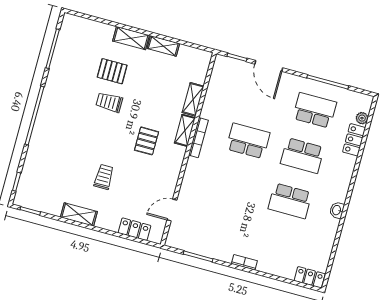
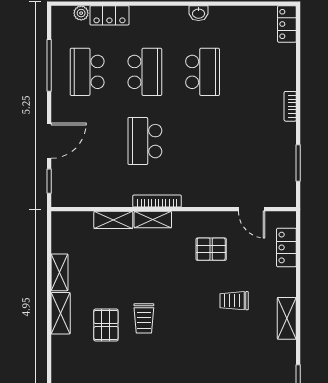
pallet: (147, 141) -> (211, 249), moved

